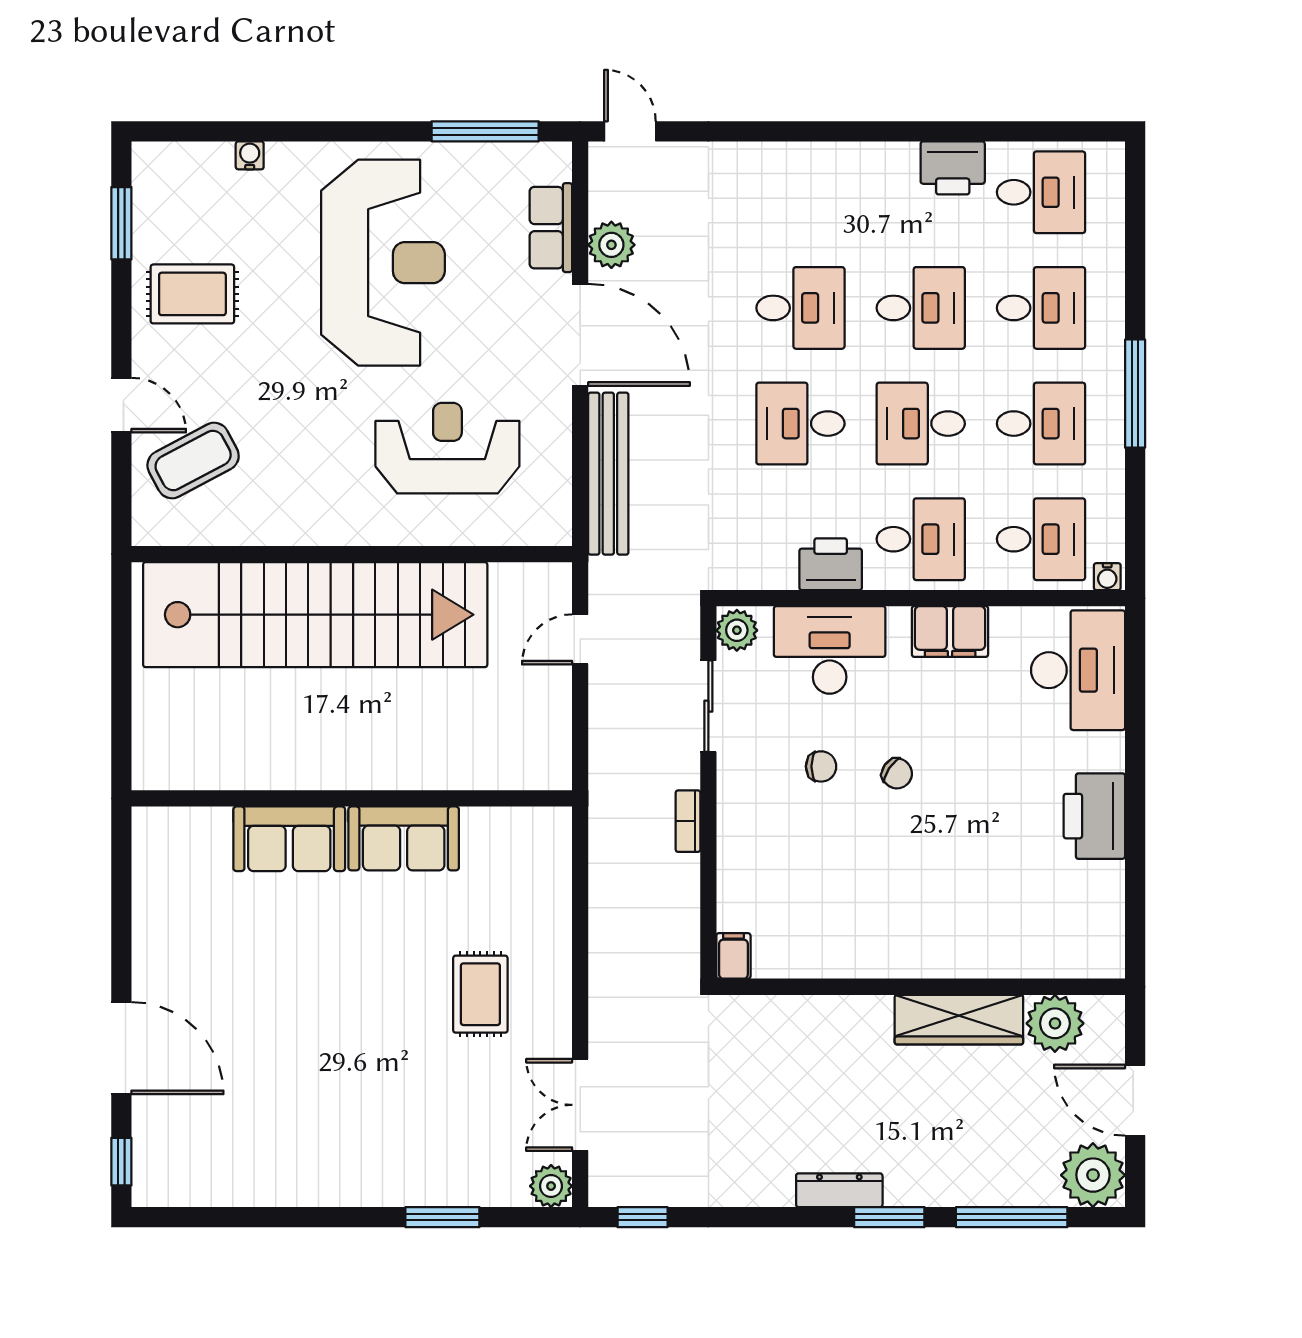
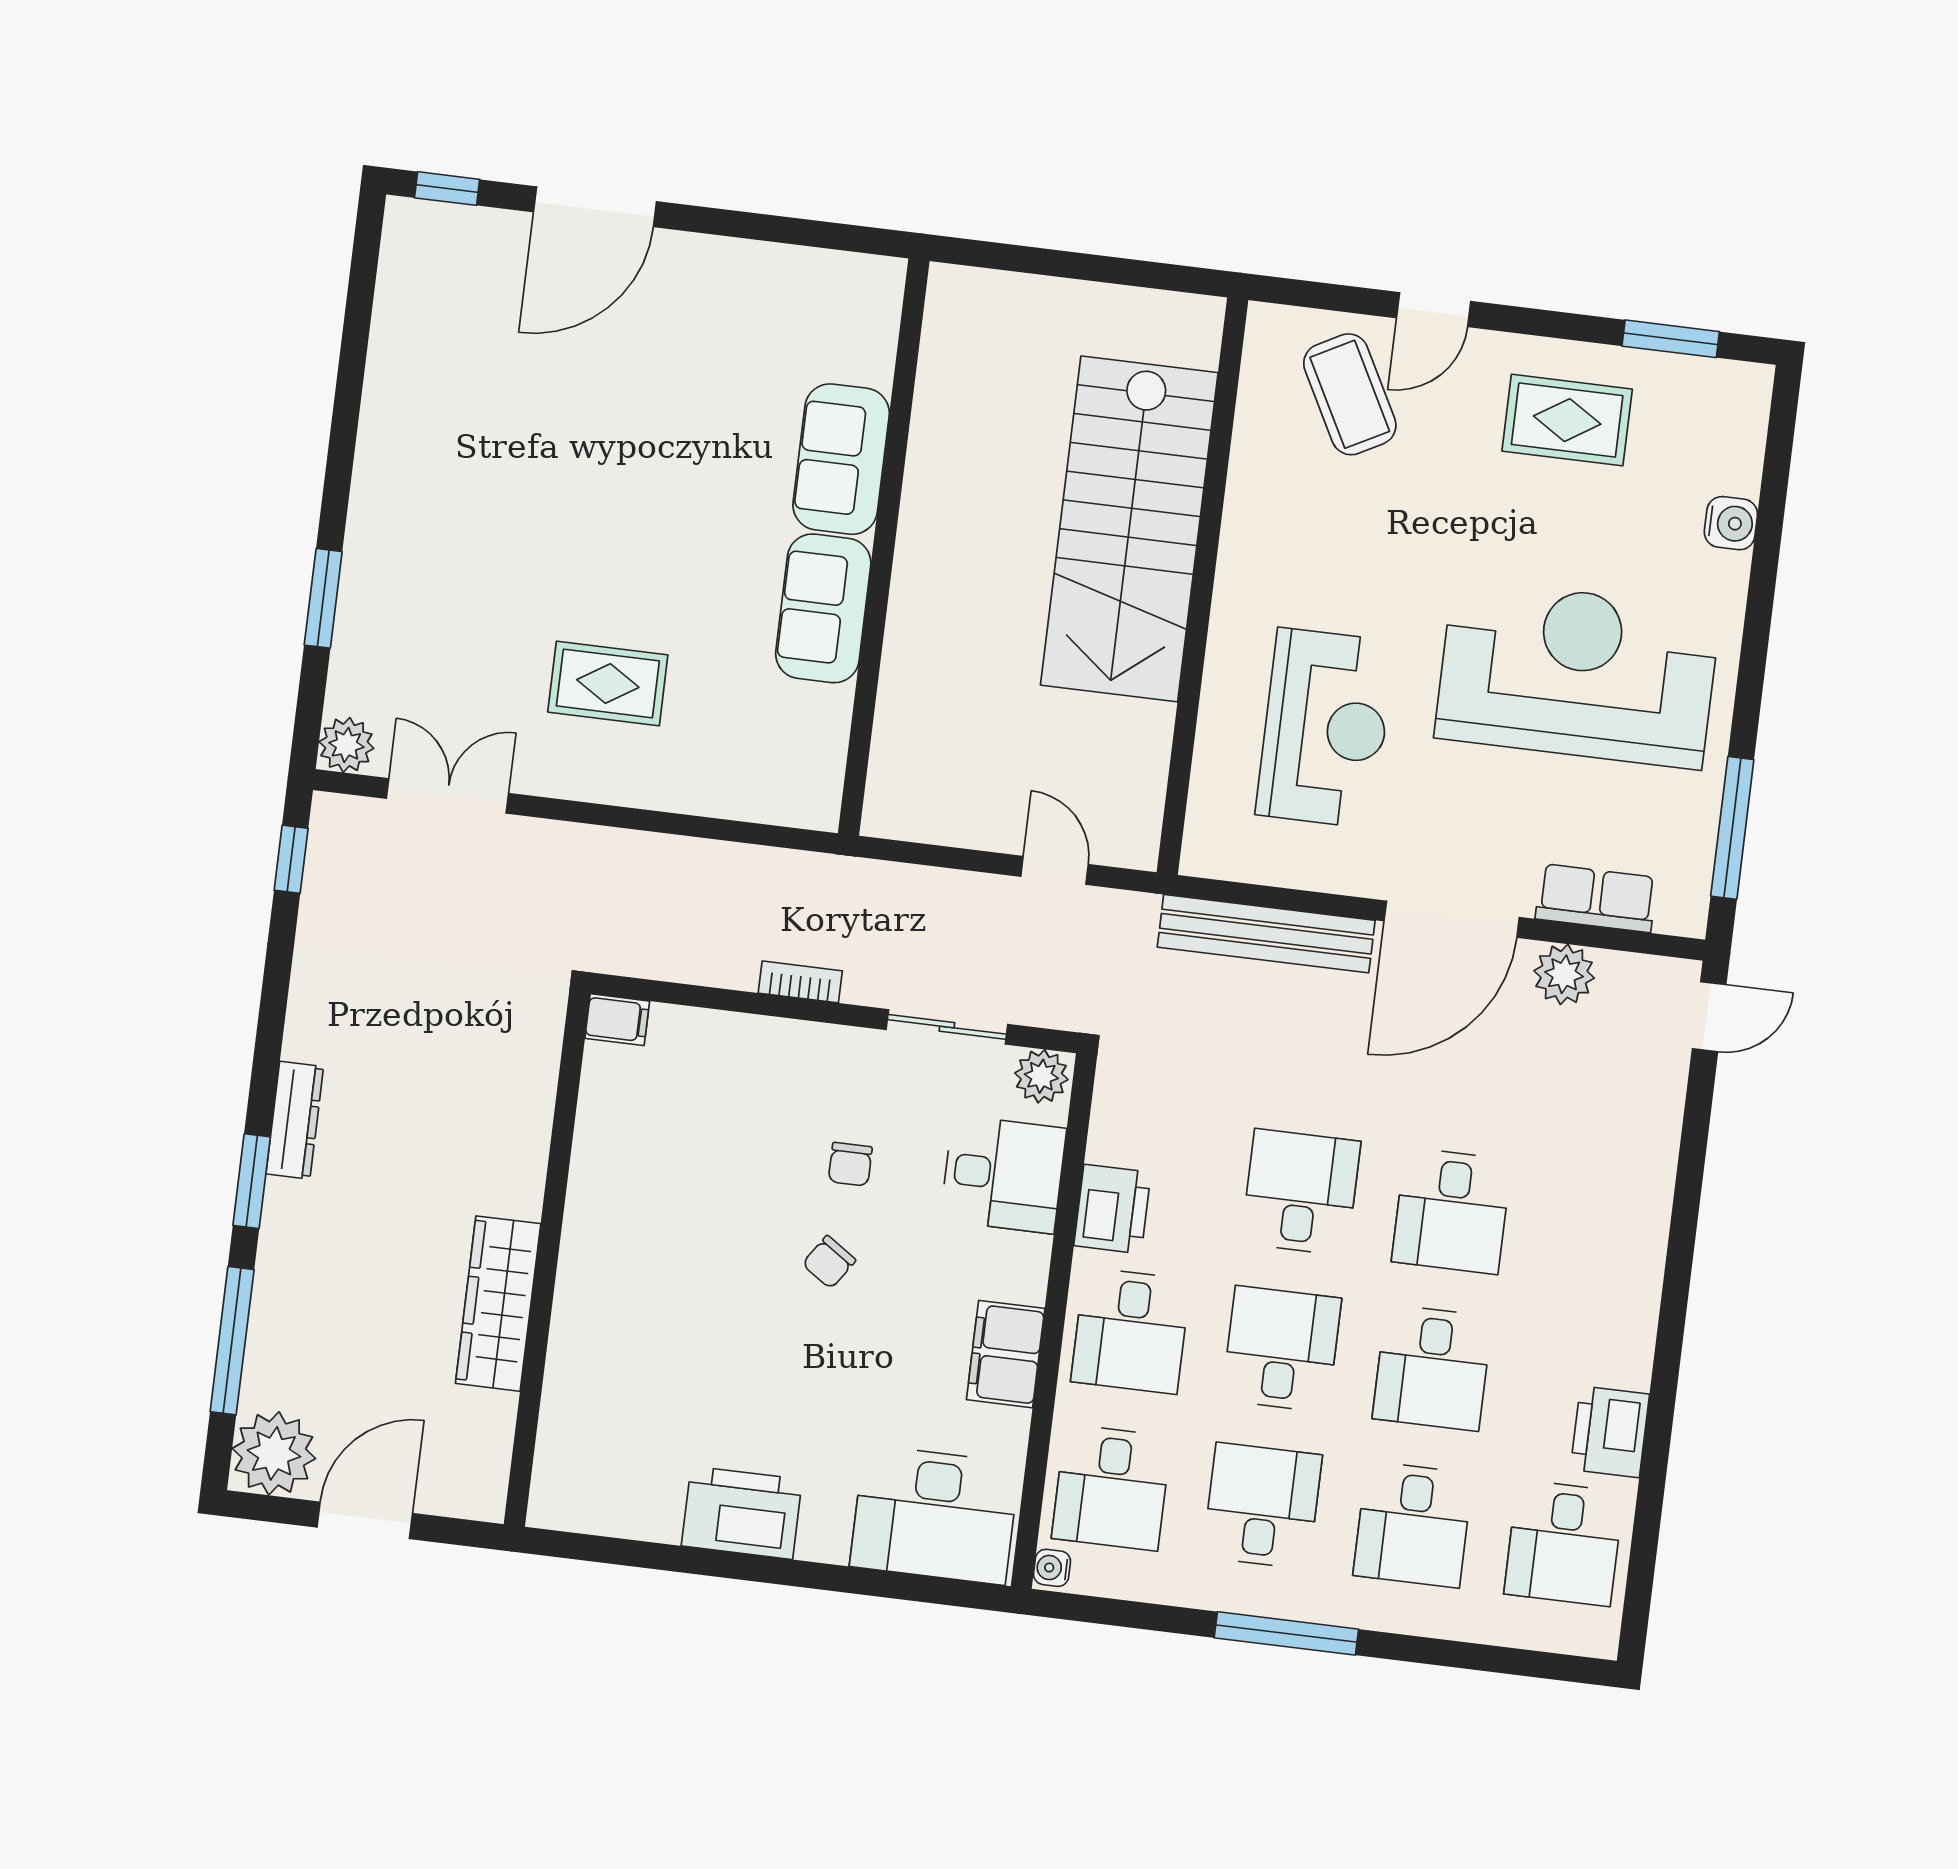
water cooler: (250, 155) -> (1731, 523), width x1.38, depth x1.38
reception desk: (383, 263) -> (1577, 674), turned 180
rug: (192, 294) -> (1567, 420), turned 90
desk: (1041, 424) -> (1262, 1506), turned 180
stairs: (315, 615) -> (1129, 529), width x0.73
desk: (830, 650) -> (1003, 1174), width x0.73
plant: (1055, 1023) -> (478, 1428), removed

